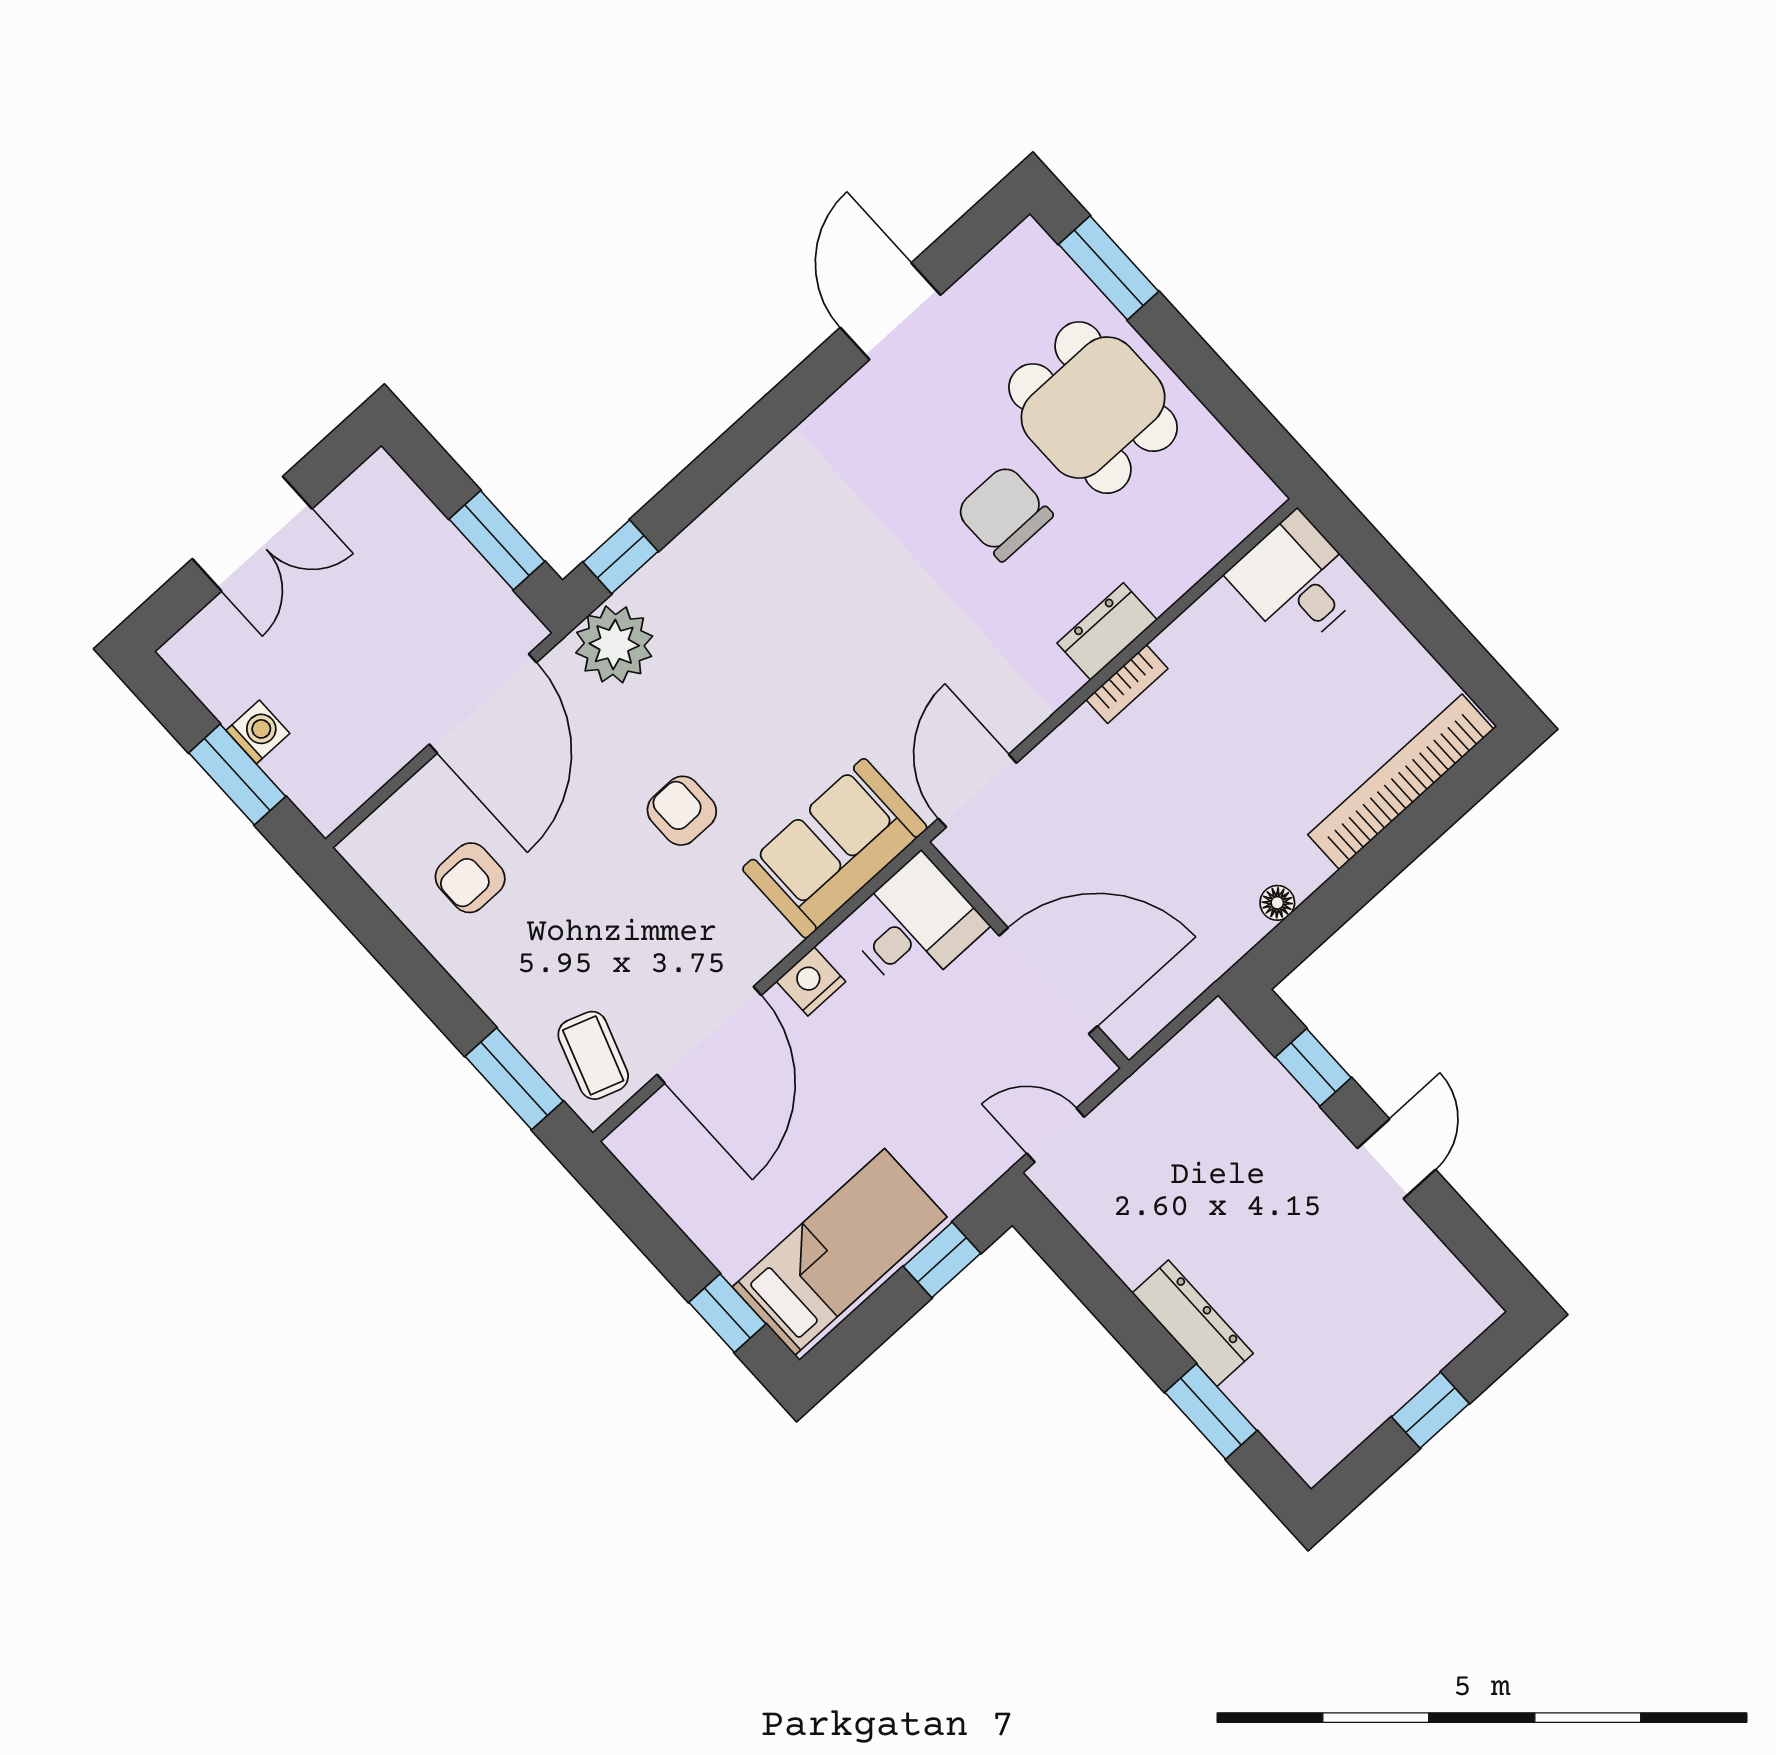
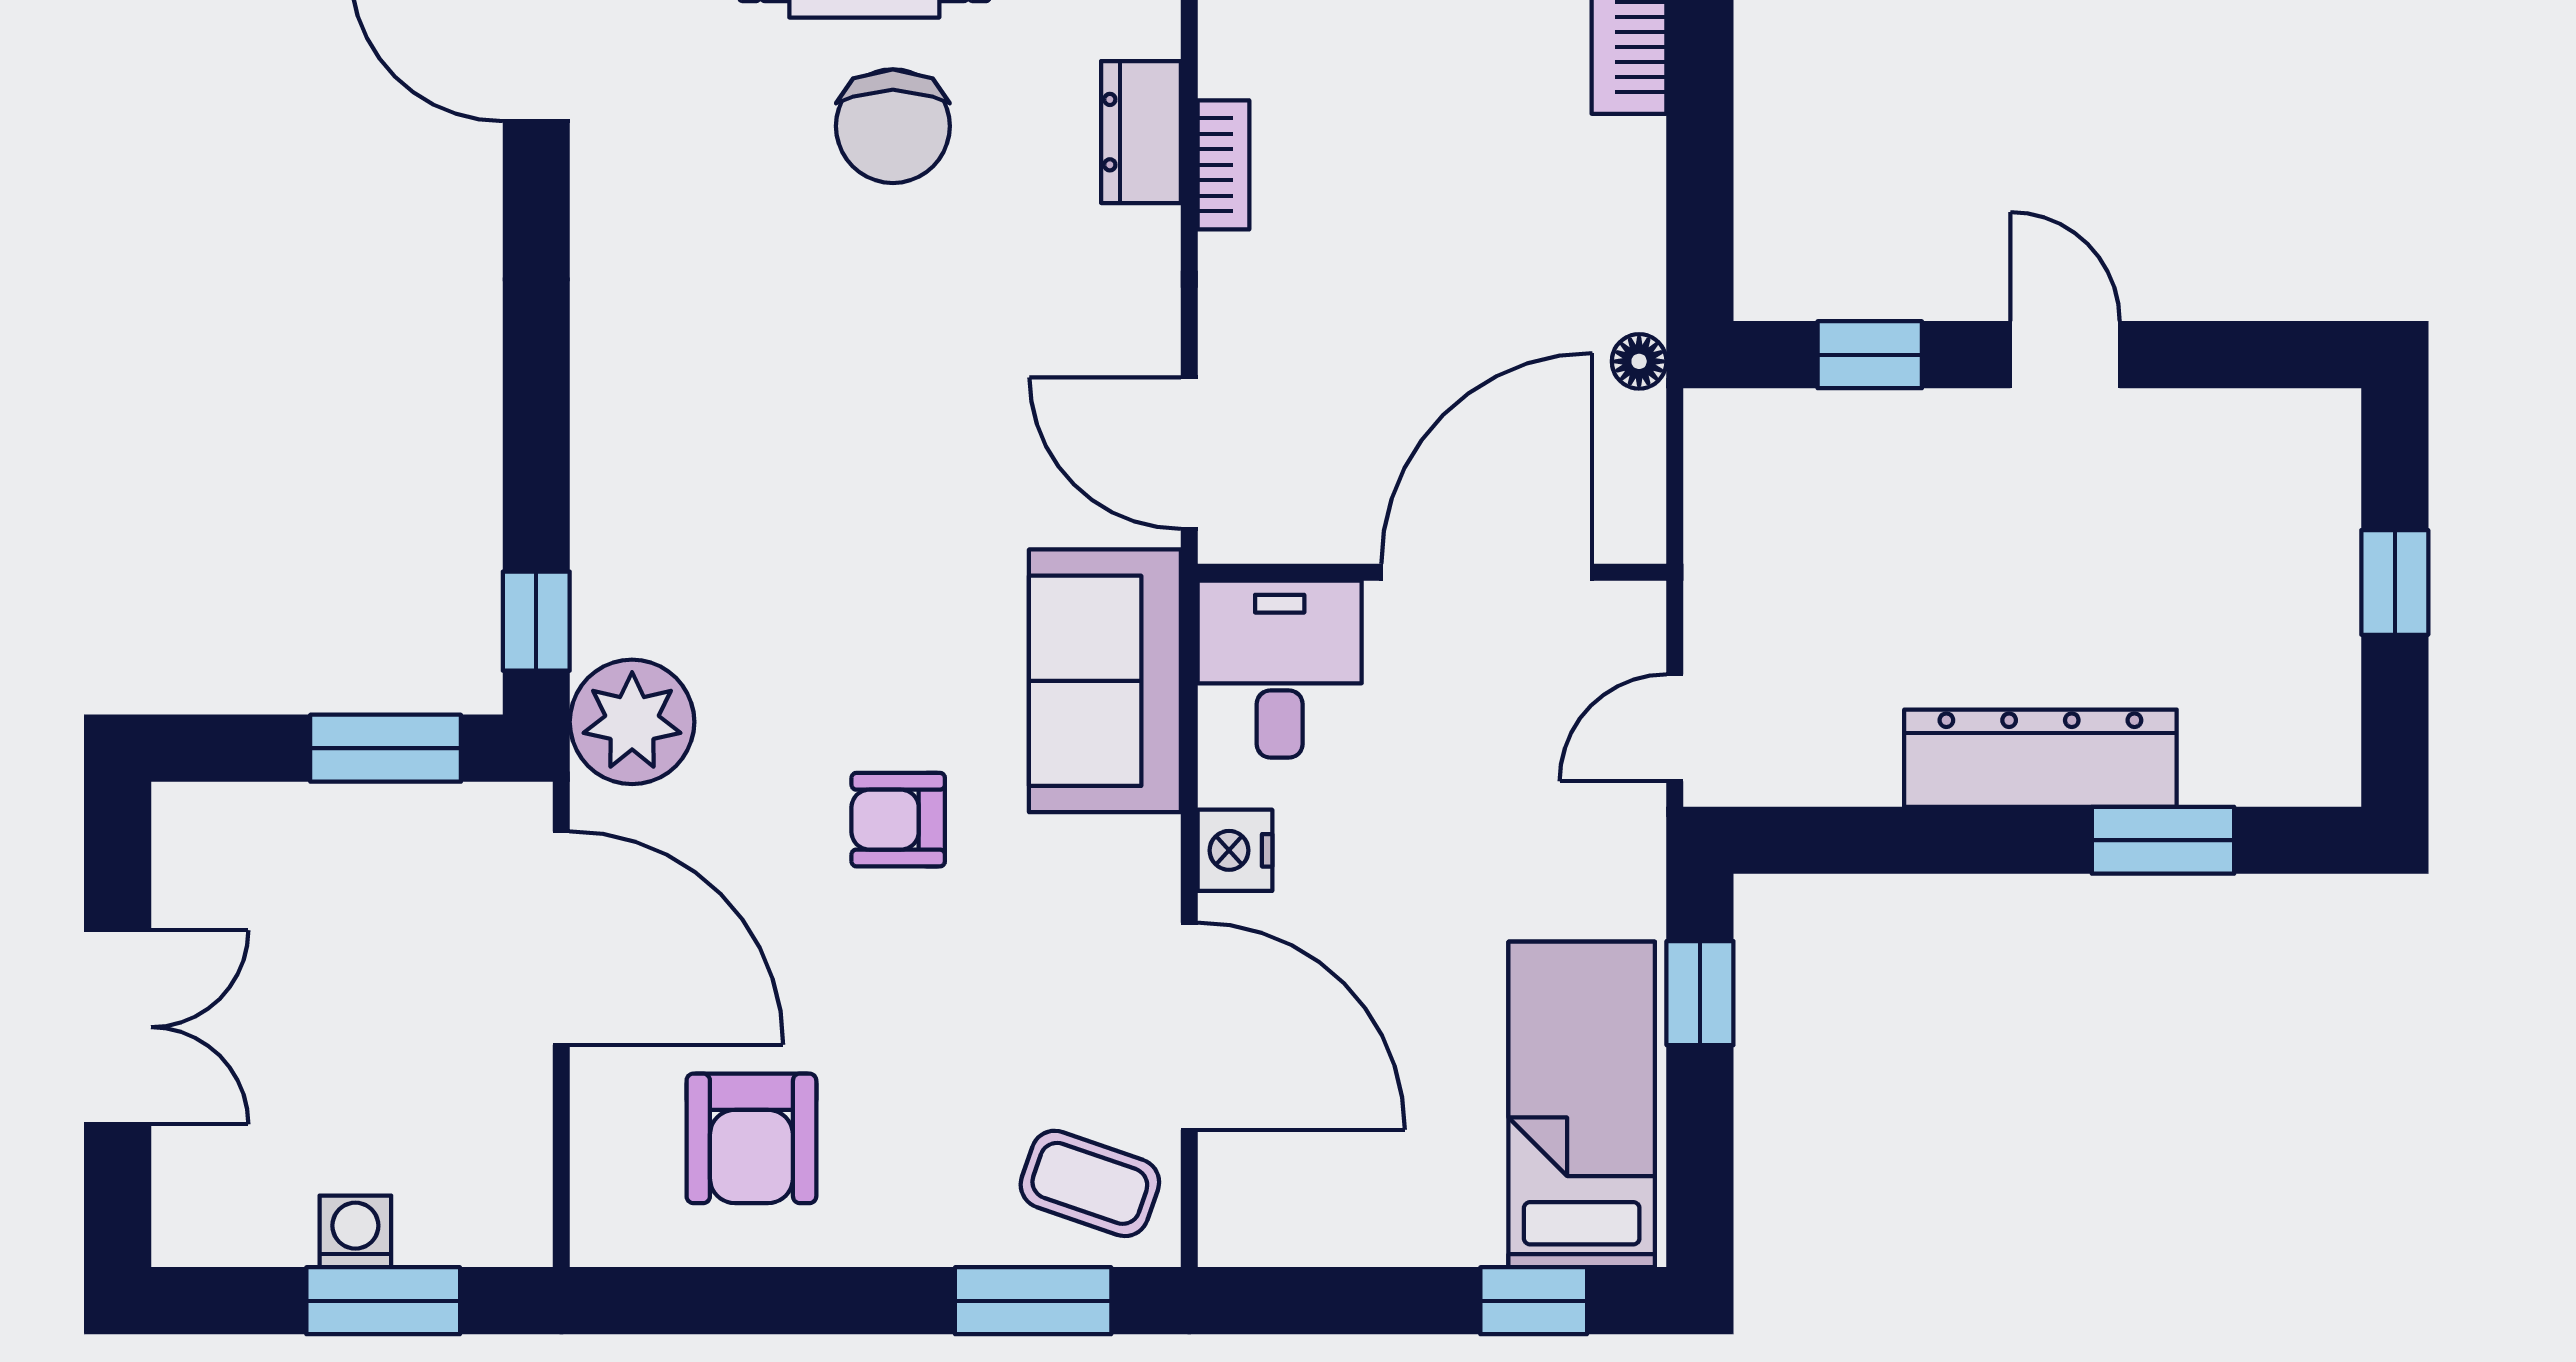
chair: (1004, 513) -> (893, 126), turned -90
armchair: (470, 878) -> (751, 1138), width x1.38, depth x1.38
floor lamp: (1277, 903) -> (1639, 361), moved
dresser: (1193, 1323) -> (2040, 758), width x1.37, depth x1.24

